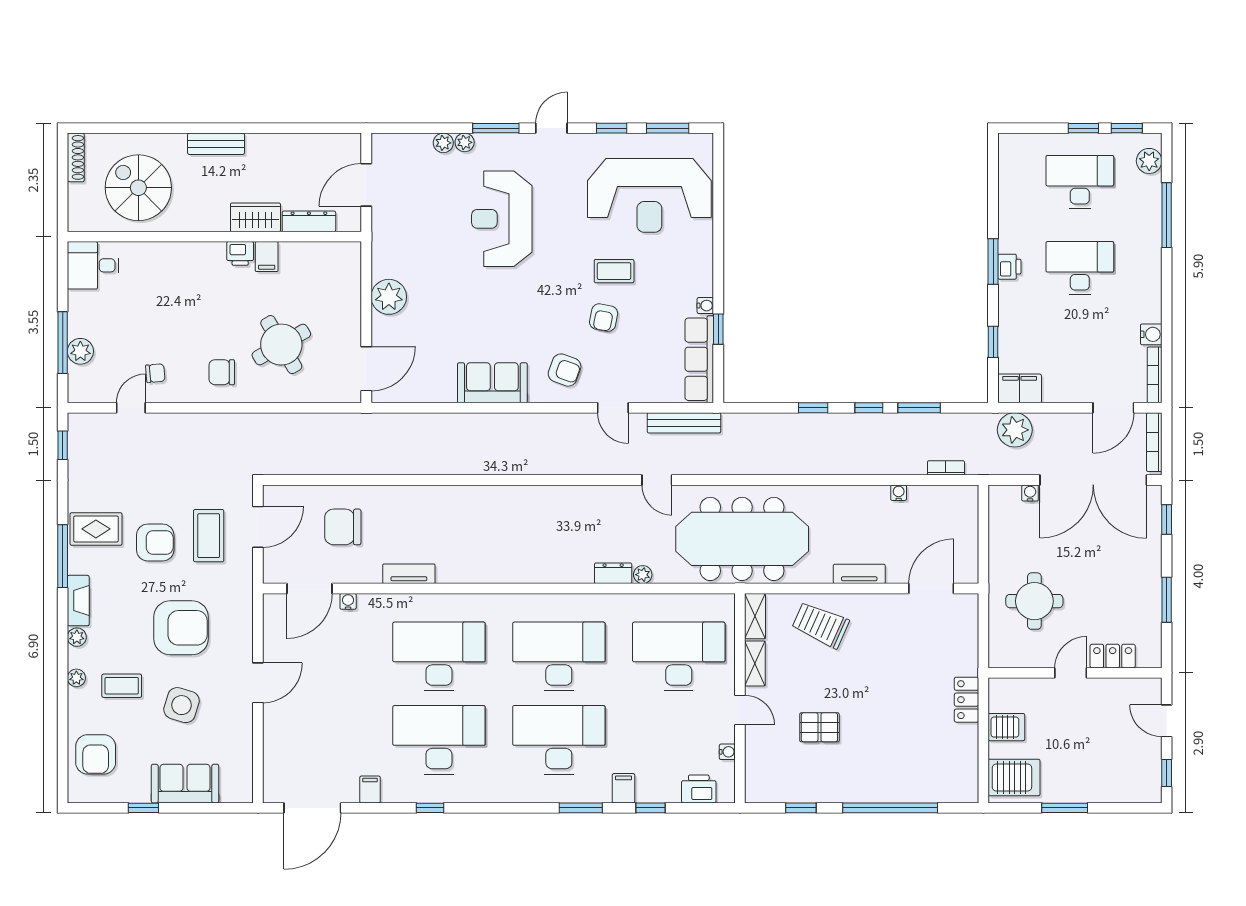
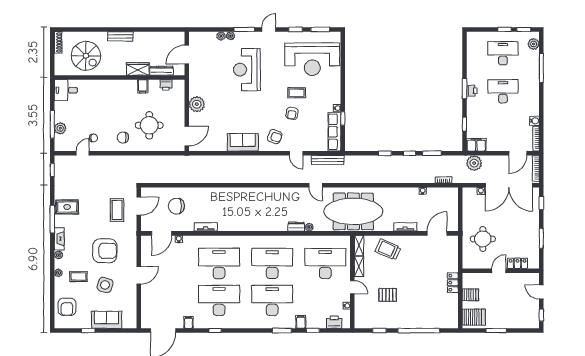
spiral stairs: (138, 188) -> (86, 56), turned 180
printer: (240, 253) -> (166, 85), moved
round table: (281, 345) -> (149, 125), turned 30
armchair: (155, 542) -> (93, 213), removed

